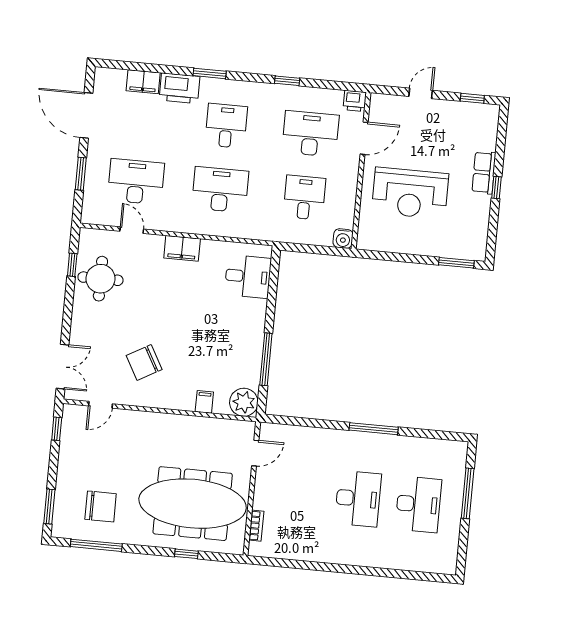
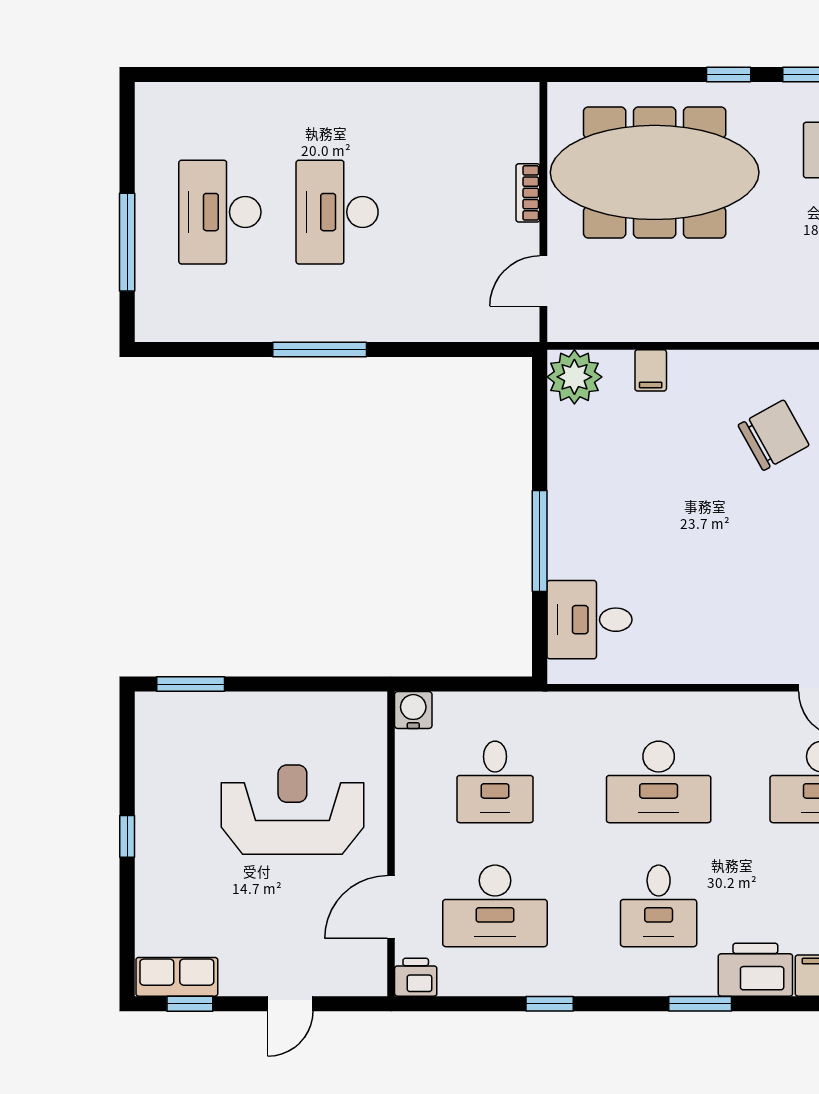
row of seats: (484, 173) -> (177, 977), moved, turned -90
filing cabinet: (182, 248) -> (721, 662), removed
window: (266, 359) -> (540, 541), moved
bookcase: (256, 526) -> (528, 193), moved
window: (186, 554) -> (729, 75), moved

